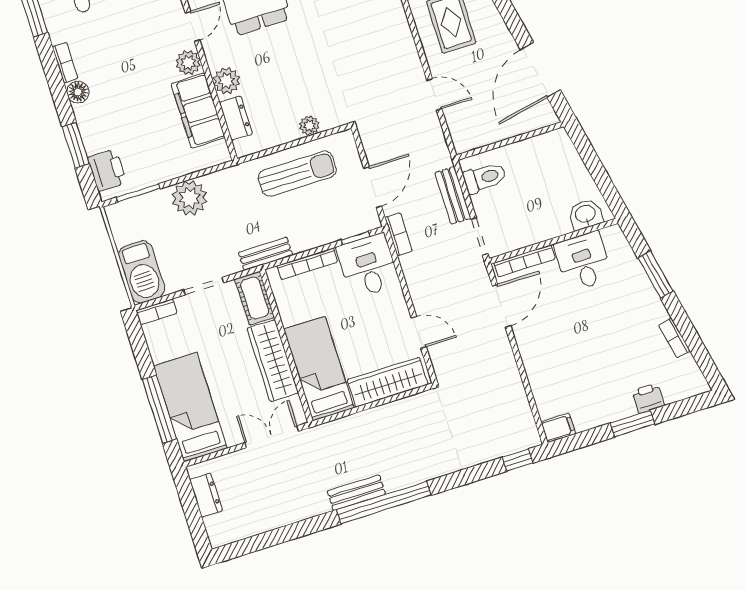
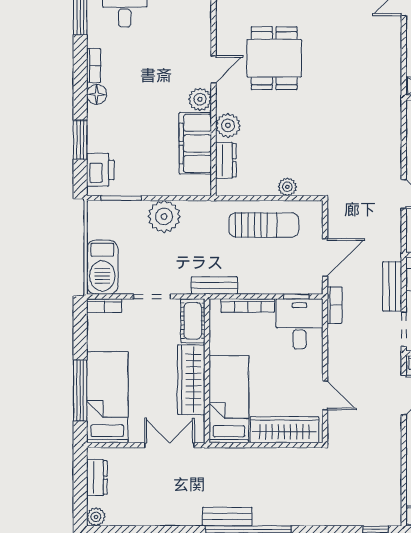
plant: (218, 537) -> (96, 517), added

